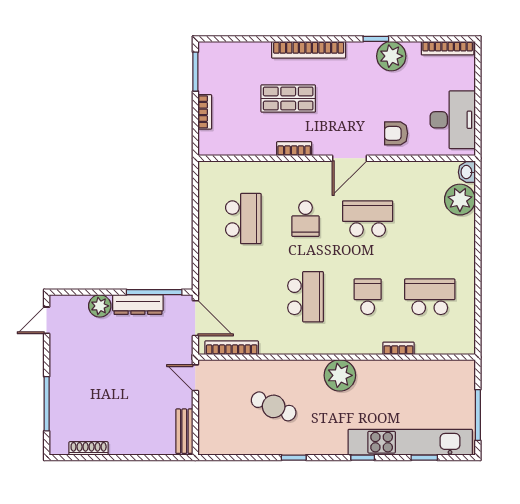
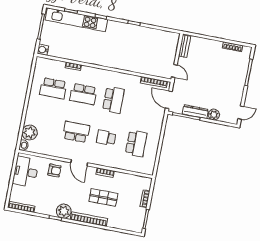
plant: (391, 56) -> (64, 211), moved
door: (350, 158) -> (79, 163), swing flipped
school desk: (243, 219) -> (136, 143), turned 180
school desk: (305, 219) -> (106, 138), turned -90
school desk: (368, 219) -> (76, 132), turned 180
school desk: (305, 297) -> (113, 100), turned 180
school desk: (368, 297) -> (83, 94), width x1.85
water cooler: (465, 370) -> (43, 50), added
plant: (340, 375) -> (104, 59), removed
cafe table: (274, 406) -> (139, 50), removed

